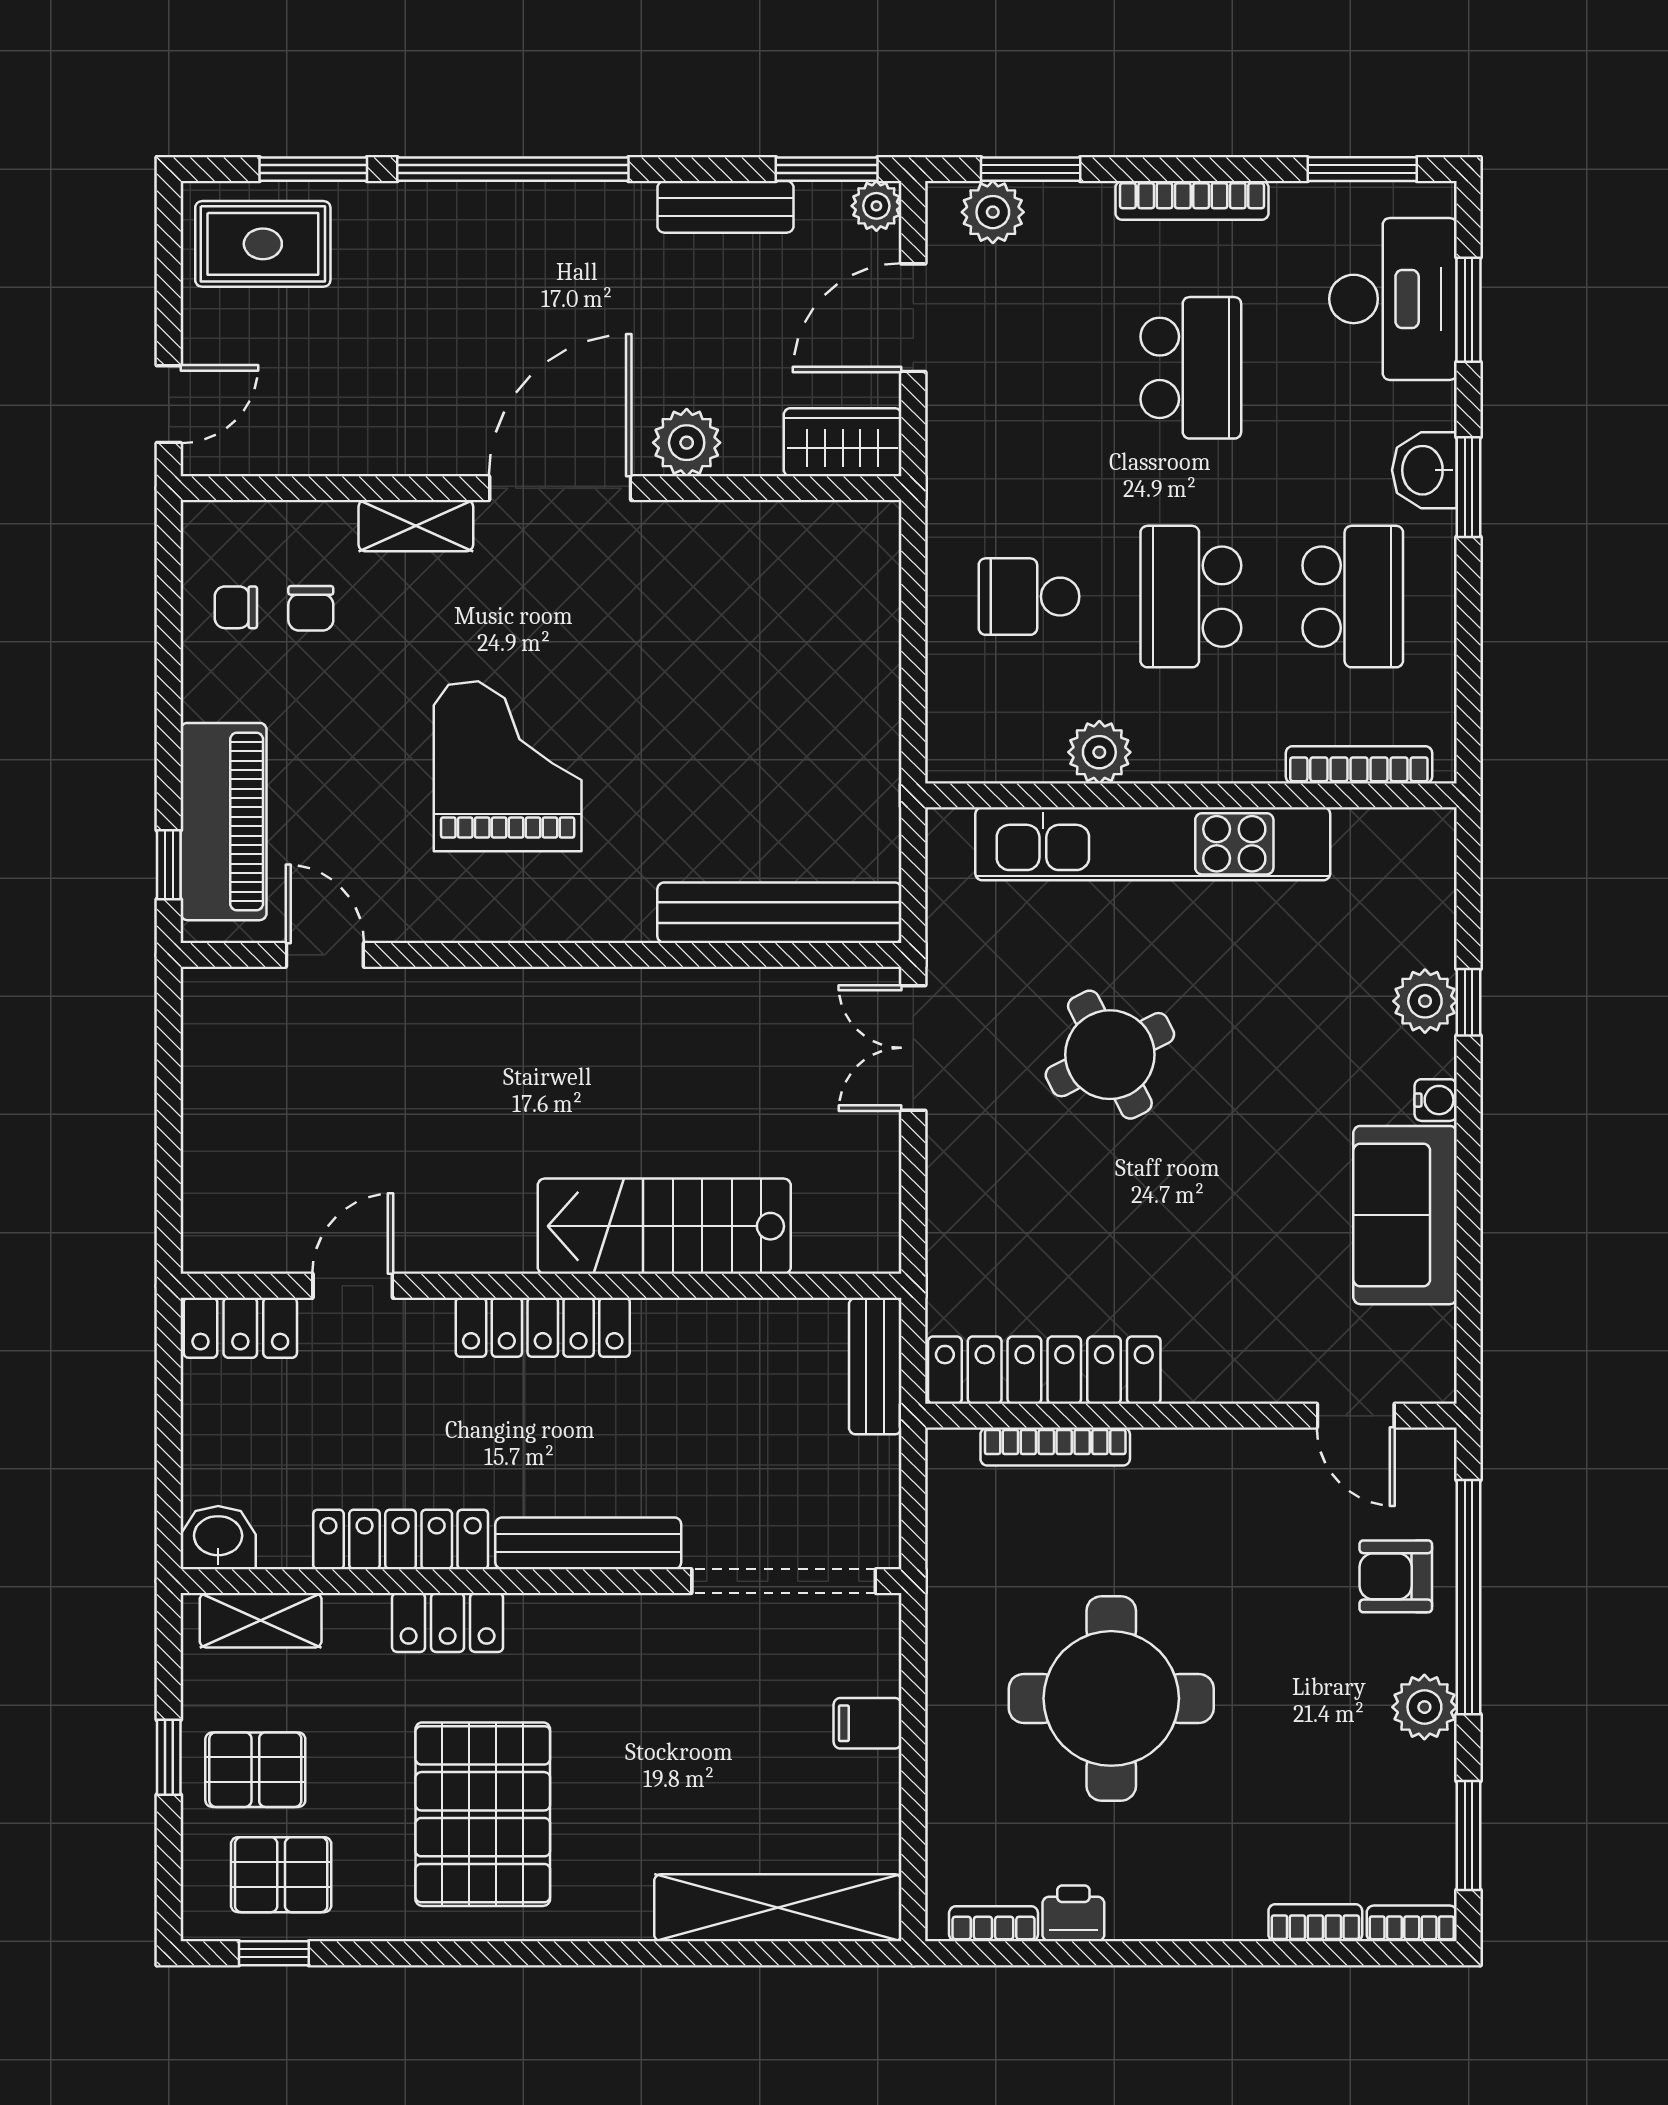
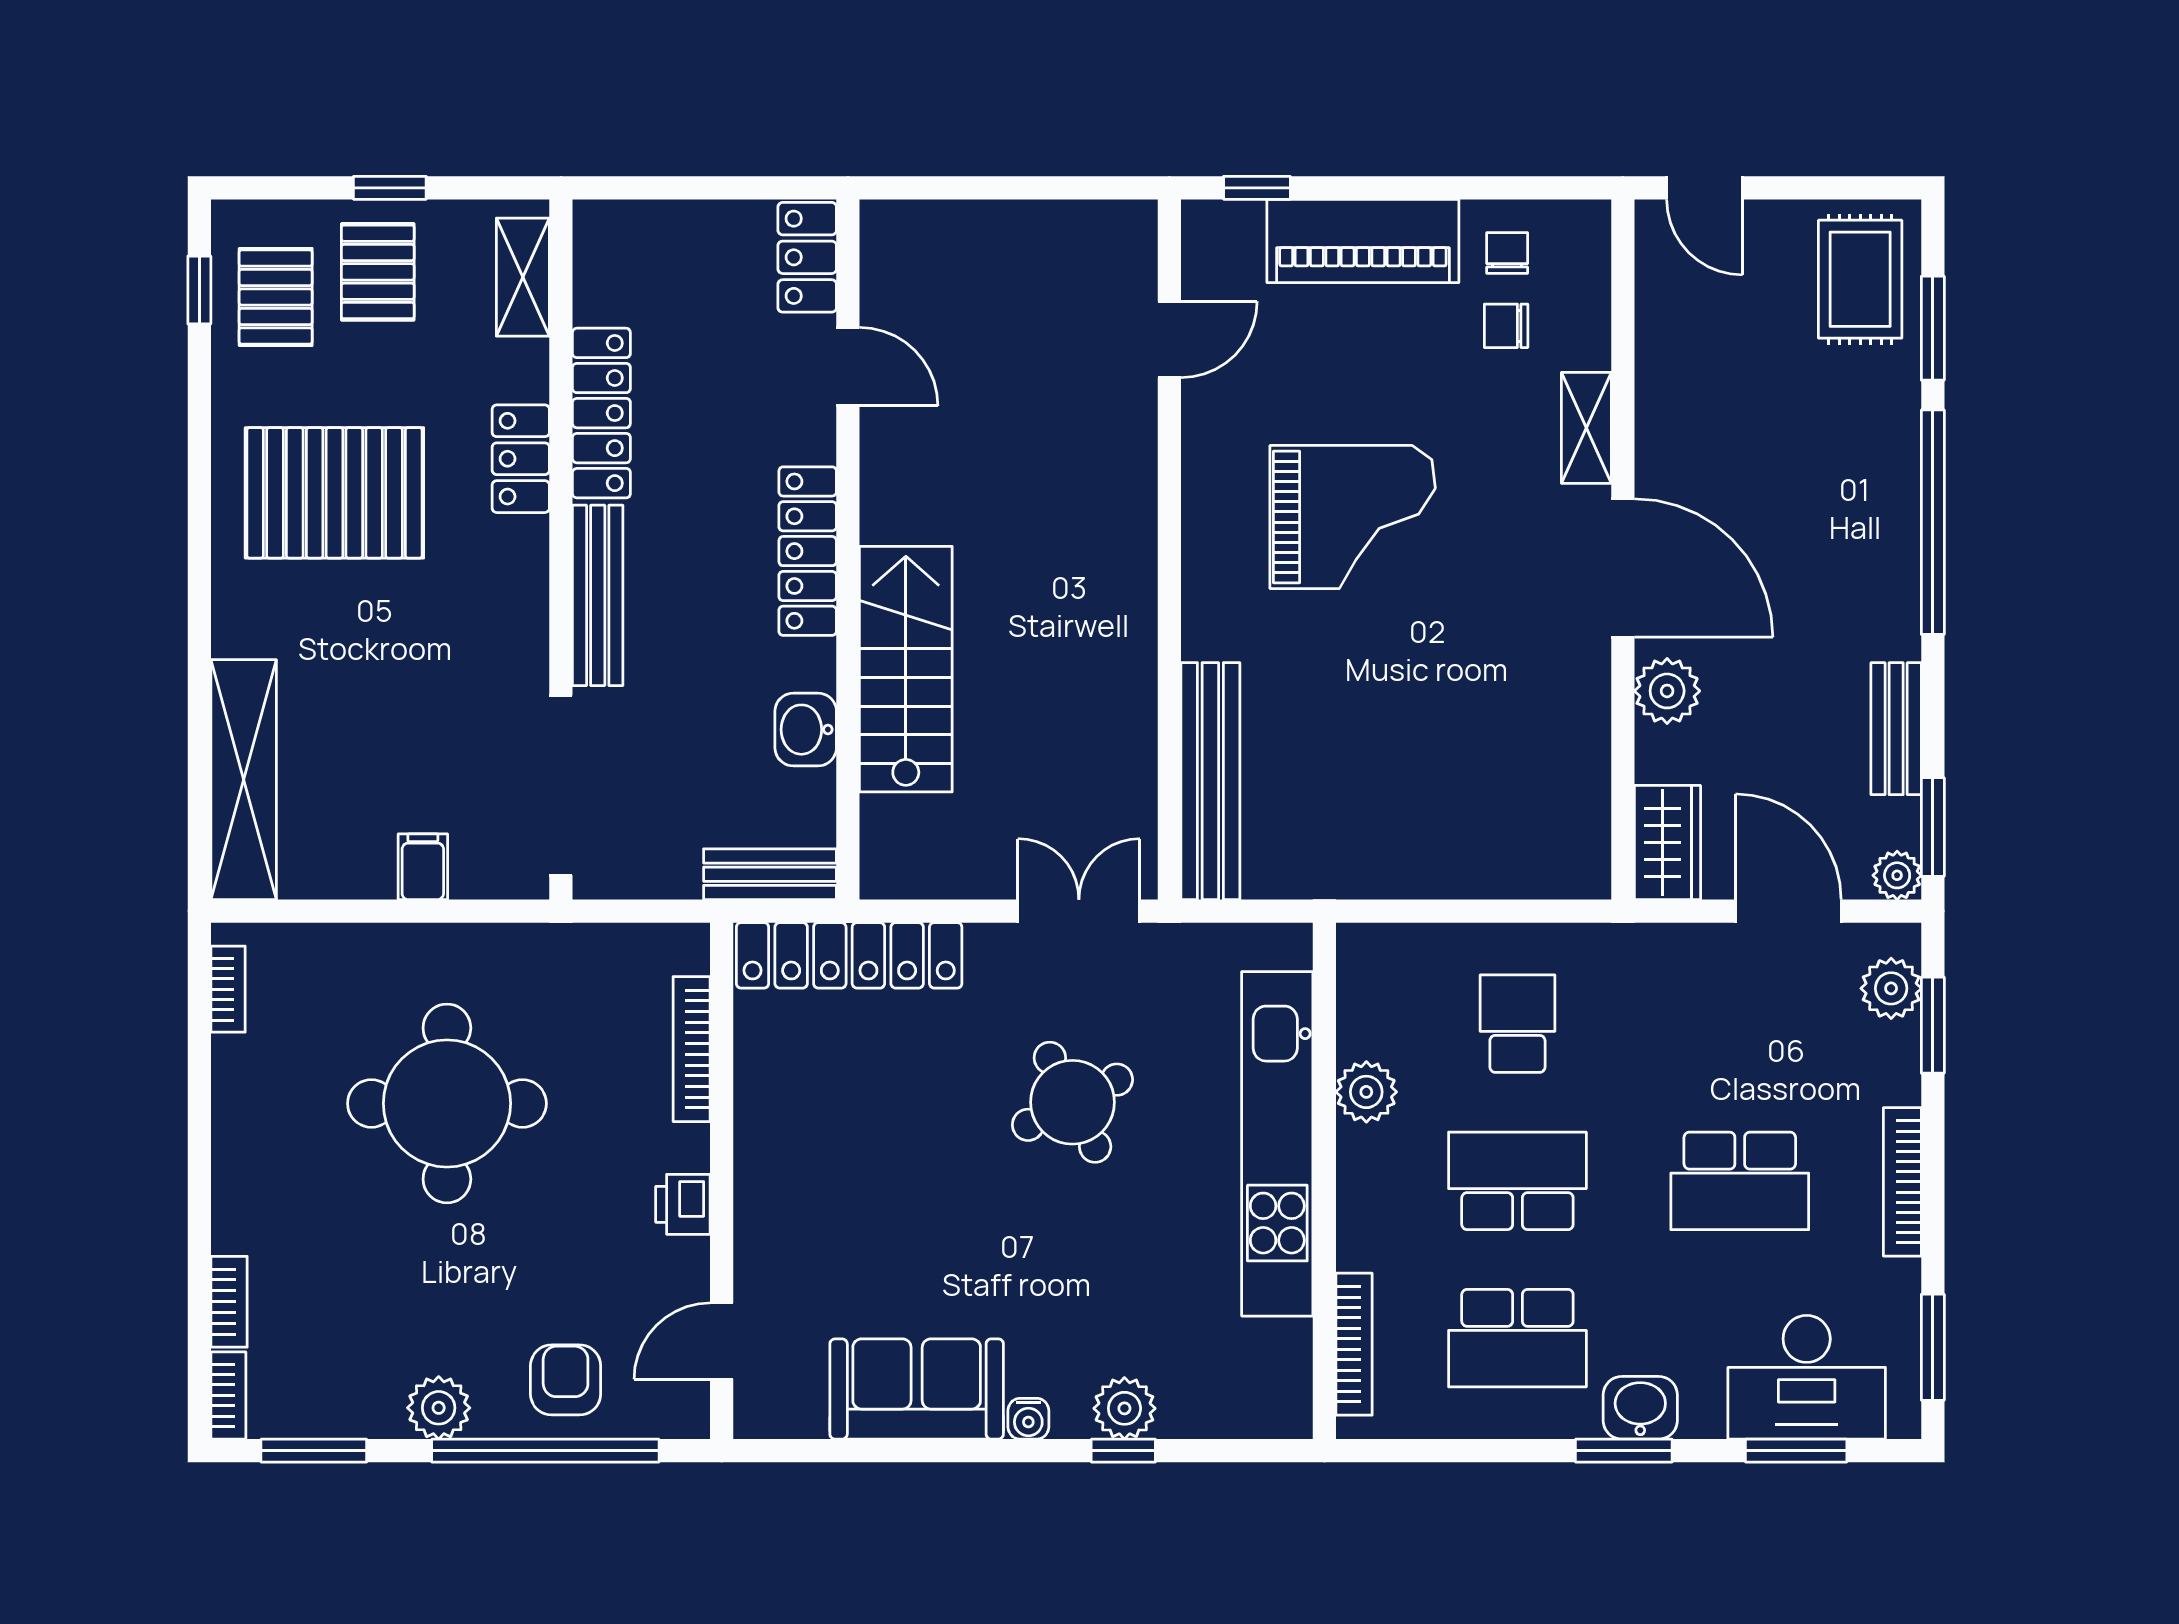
piano: (223, 822) -> (1363, 241), moved
locker: (1044, 1370) -> (849, 955), moved, turned 90
washbasin: (218, 1538) -> (806, 730), moved, turned 180
printer: (1073, 1913) -> (683, 1204), moved, turned 180

